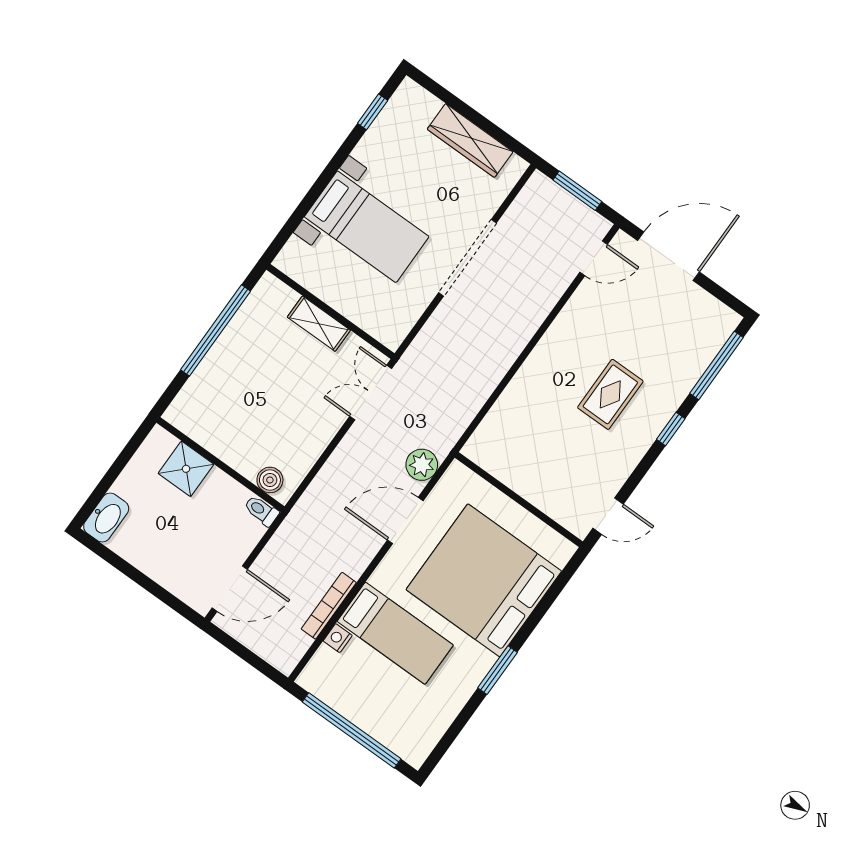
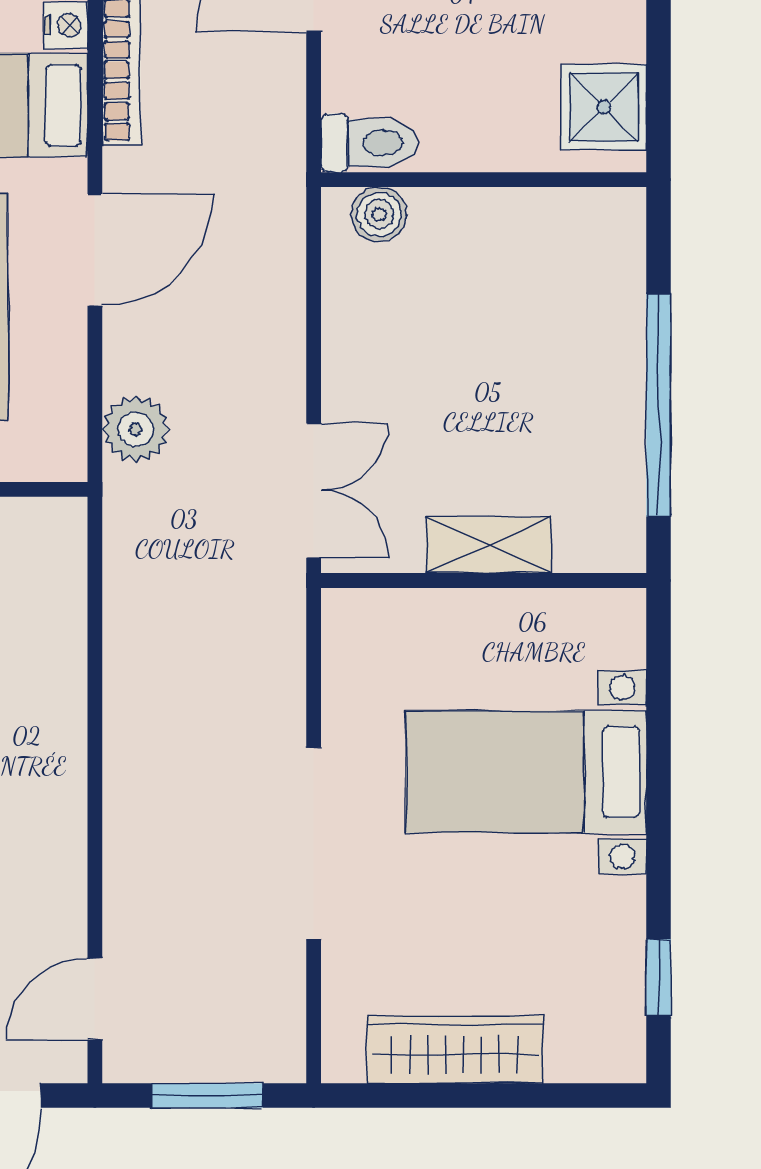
shower: (186, 469) -> (604, 107), moved
toilet: (261, 511) -> (369, 143), width x1.37, depth x1.39
door: (405, 520) -> (95, 250), moved

